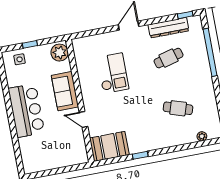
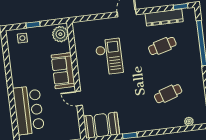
cafe table: (178, 108) -> (168, 94), turned -36
bar counter: (26, 110) -> (29, 110), moved

